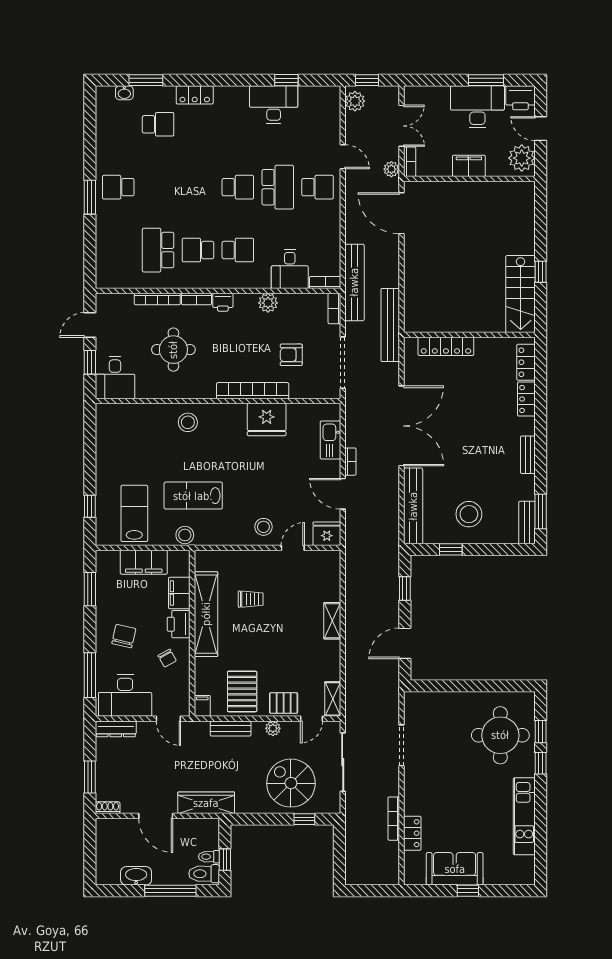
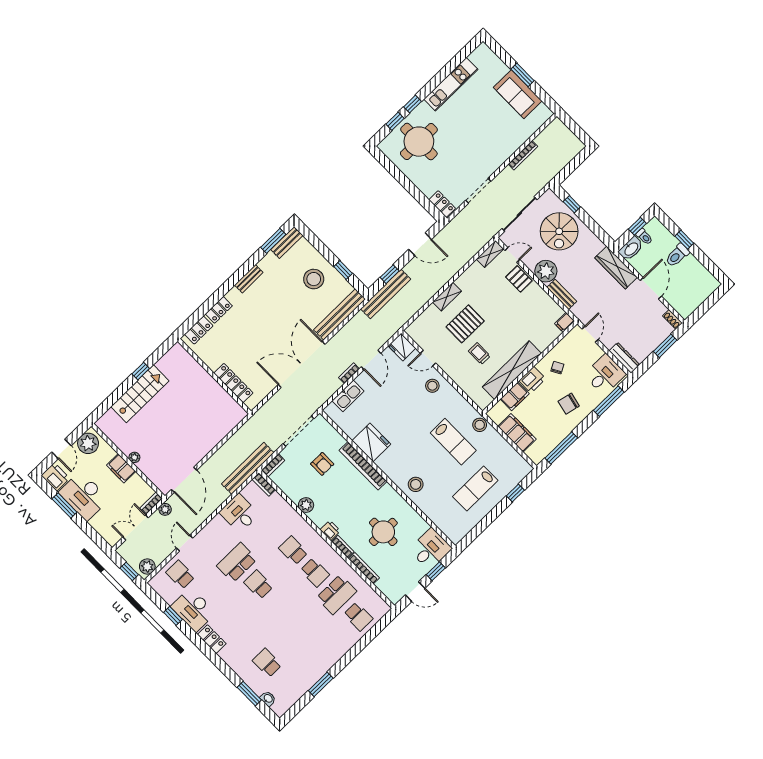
locker: (195, 95) -> (212, 639), moved
school desk: (118, 187) -> (358, 617), moved
school desk: (318, 187) -> (180, 575), moved
plant: (467, 188) -> (134, 457), added
window: (90, 197) -> (321, 684), moved
desk: (290, 269) -> (239, 513), moved, turned -90
stairs: (521, 294) -> (140, 394), moved
bench: (390, 325) -> (386, 294), moved
lab bench: (134, 513) -> (475, 488), moved
window: (90, 589) -> (561, 448), width x1.44
pallet: (242, 691) -> (465, 324), moved
desk: (125, 696) -> (605, 375), width x0.73
plant: (273, 728) -> (546, 271), width x1.88, depth x1.88
locker: (412, 833) -> (442, 204), moved, turned 90
toilet: (204, 874) -> (677, 255), moved, turned 90
washbasin: (136, 876) -> (631, 249), moved, turned -90
window: (170, 891) -> (684, 240), width x0.46
window: (468, 891) -> (523, 75), width x1.50

